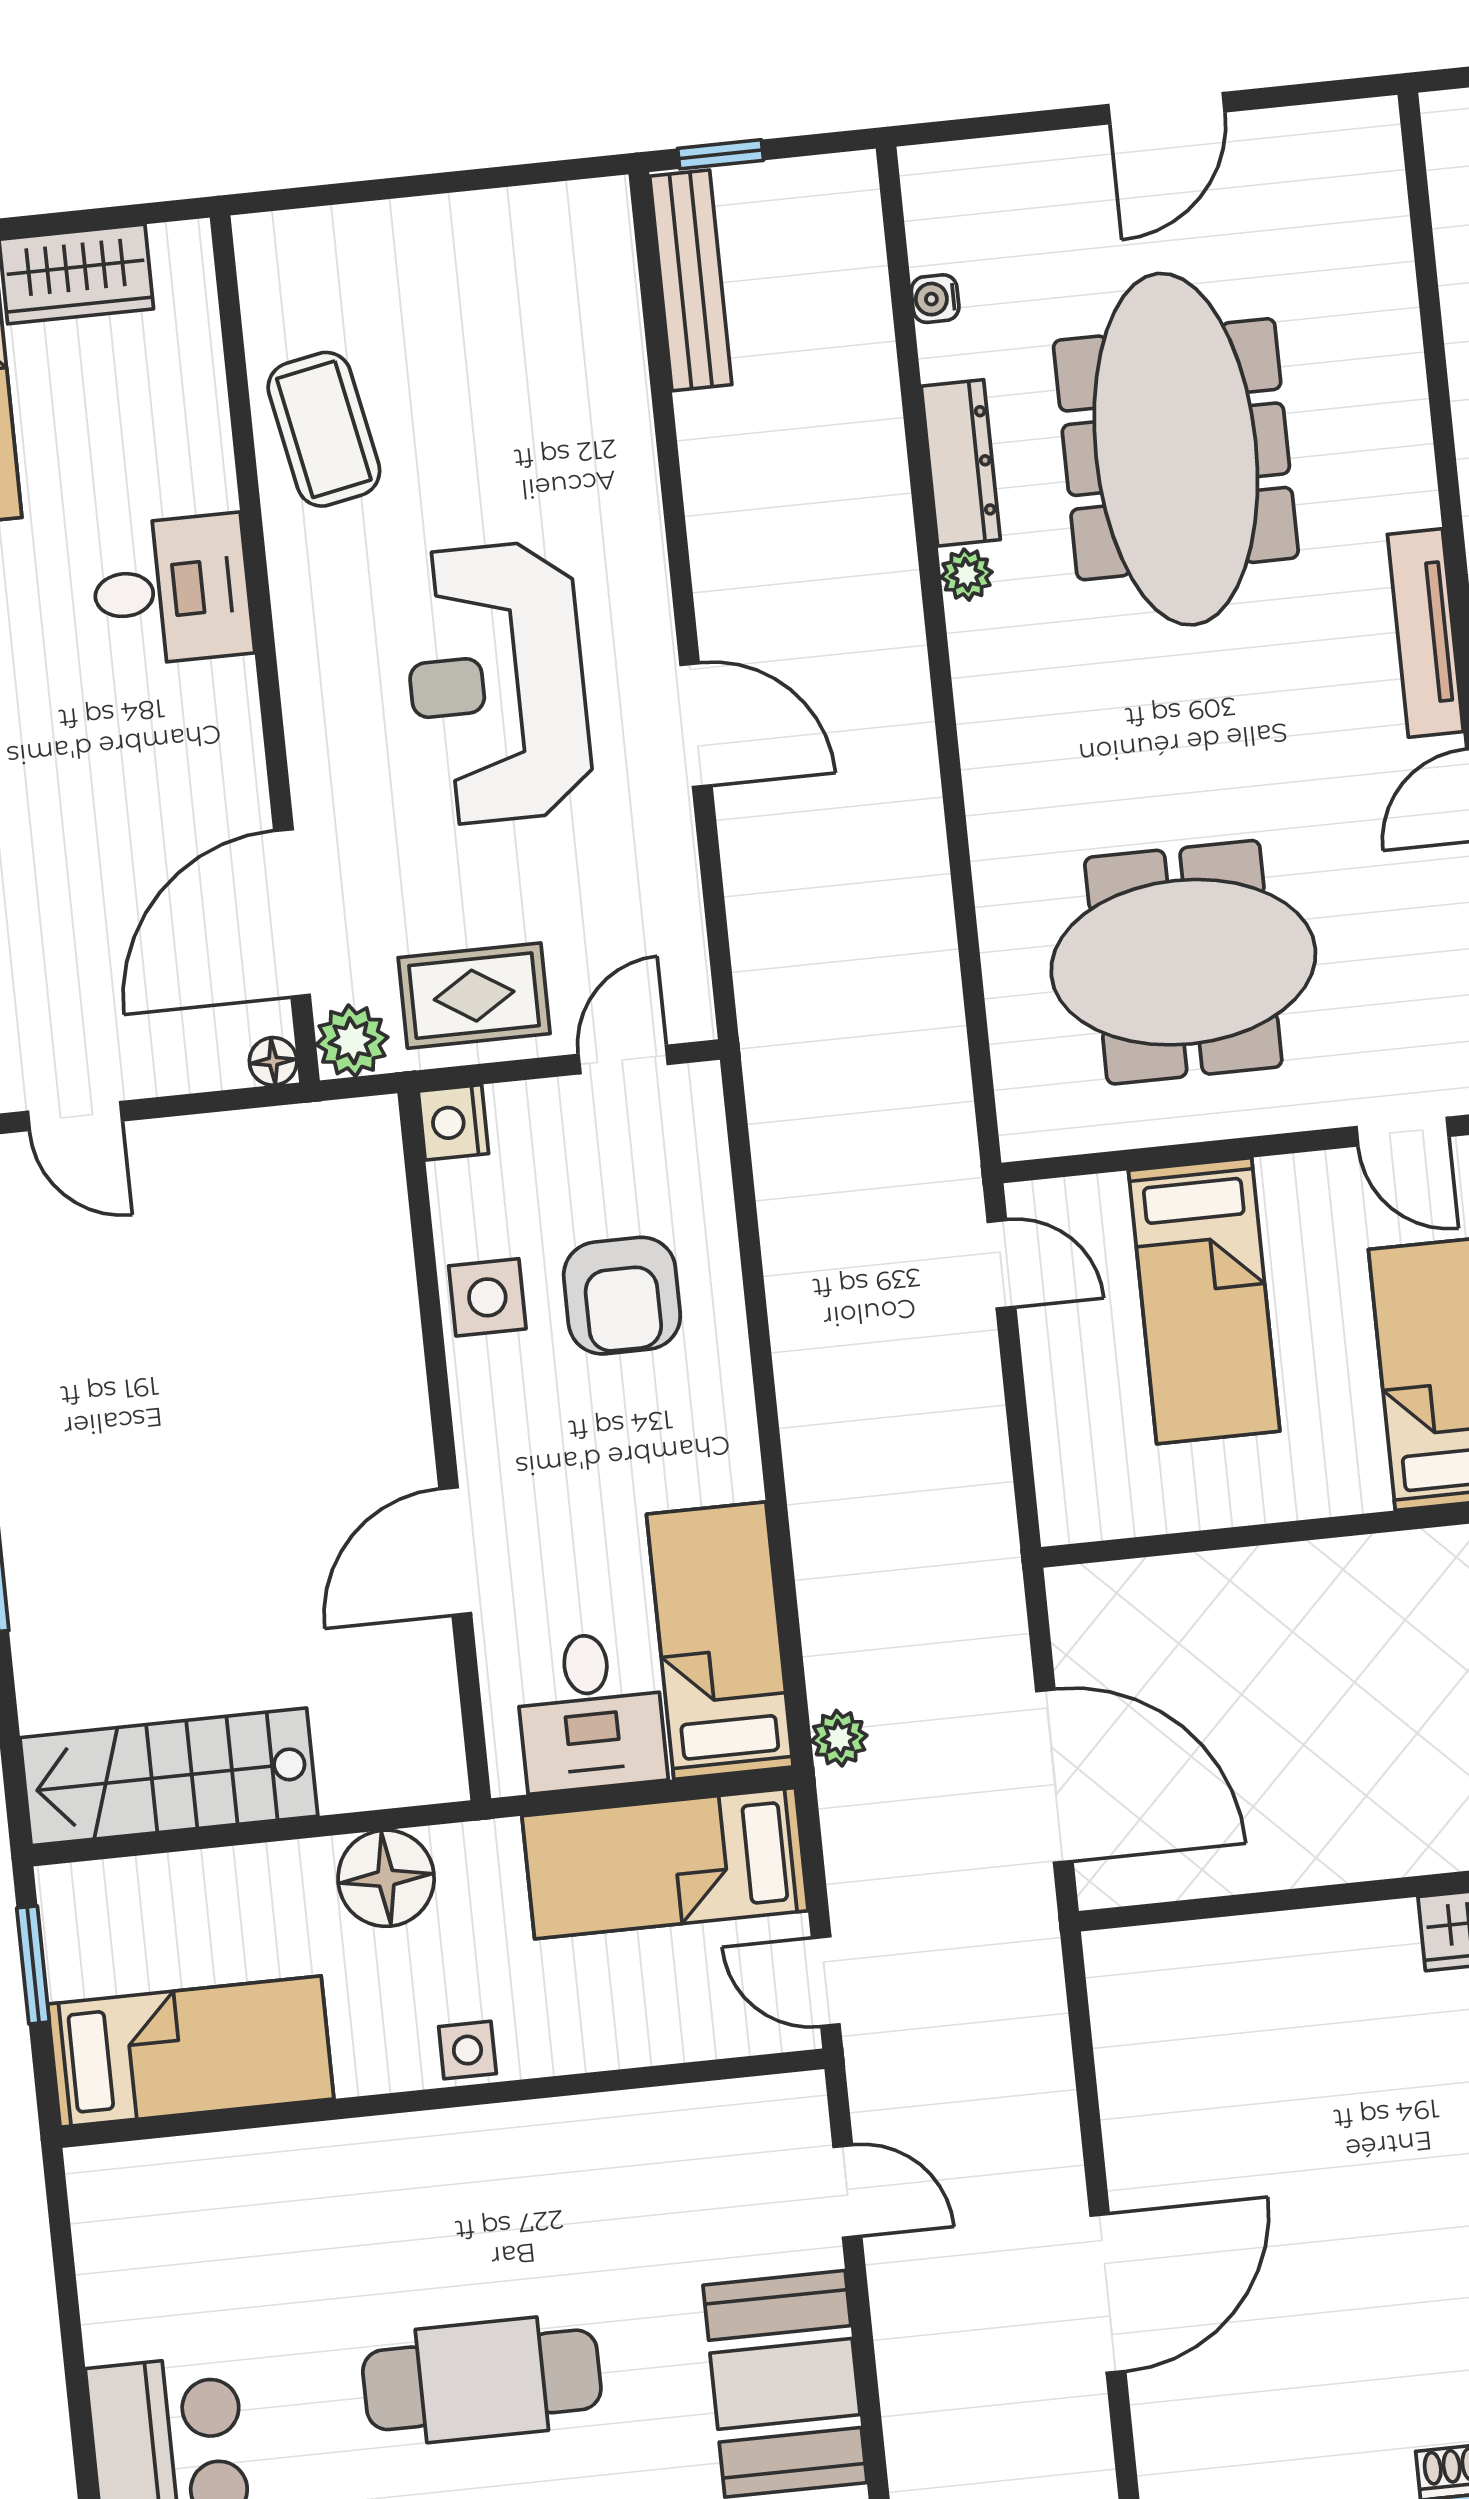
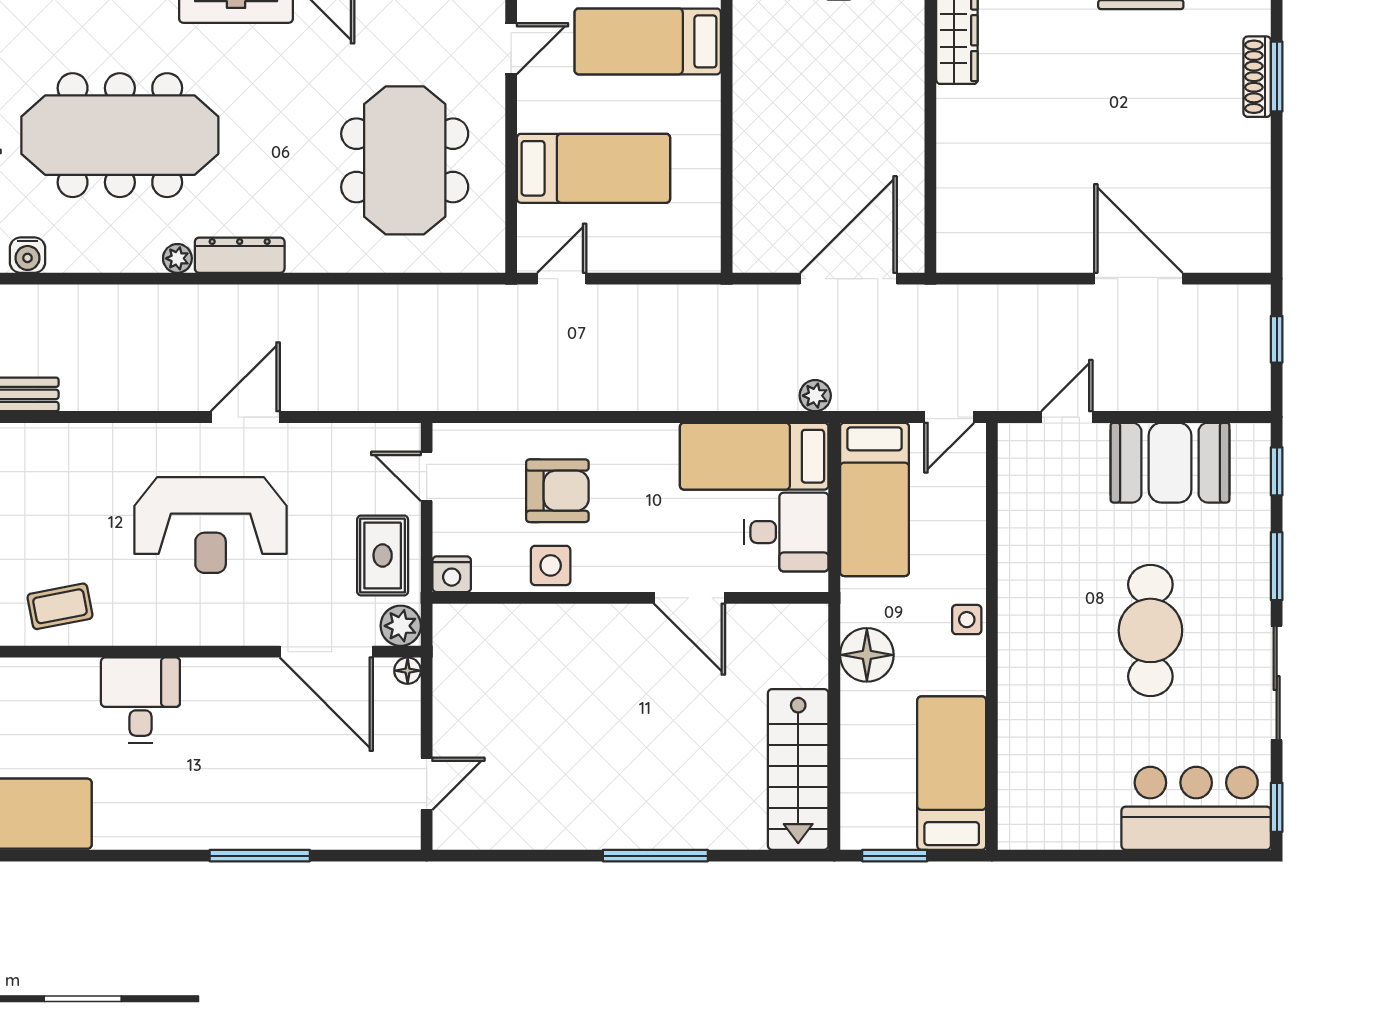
water cooler: (935, 299) -> (28, 255), width x1.38, depth x1.38
coffee table: (324, 429) -> (60, 606), width x0.73, depth x0.77
dresser: (961, 463) -> (240, 255), moved

